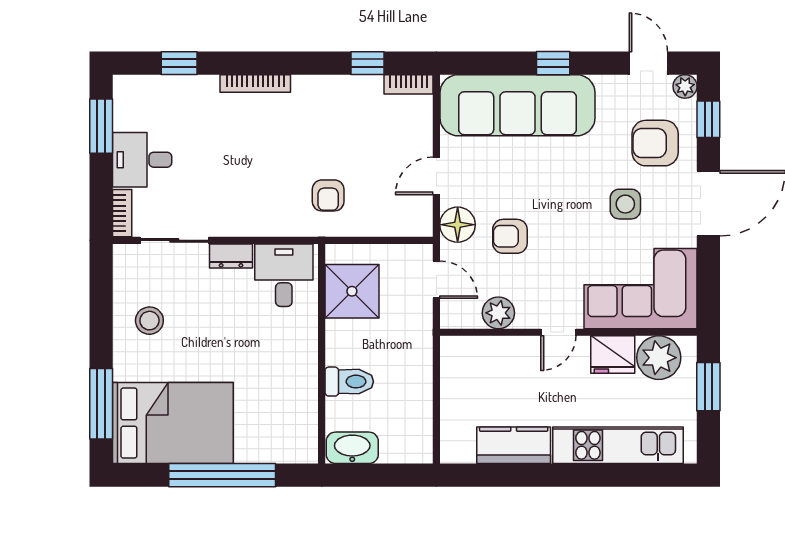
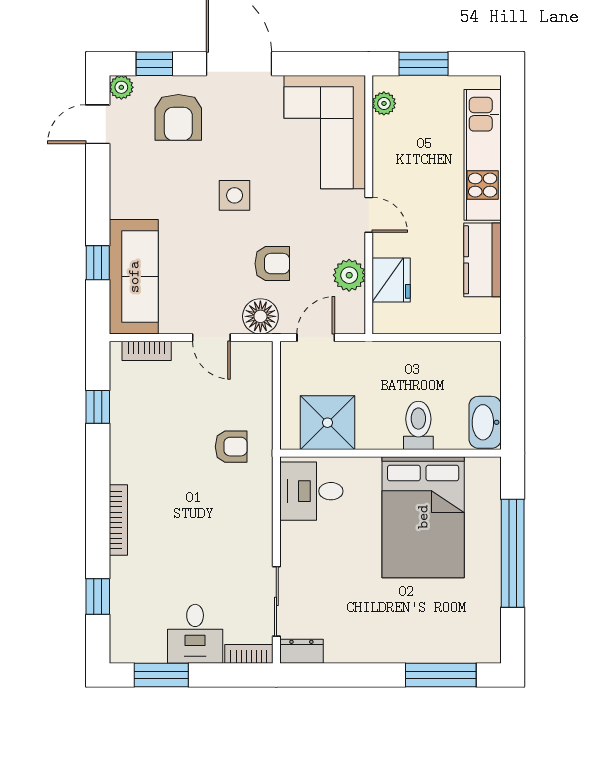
window: (553, 63) -> (98, 263), moved
bookcase: (409, 84) -> (147, 351), moved, turned 90
sofa: (518, 105) -> (134, 277), width x0.74, depth x0.79
side table: (625, 204) -> (235, 195), moved
armchair: (510, 236) -> (272, 264), turned -90
dresser: (231, 256) -> (301, 651), moved, turned -90
stool: (149, 321) -> (357, 626), removed
fridge: (613, 355) -> (391, 280), moved
plant: (659, 358) -> (384, 103), width x0.53, depth x0.53
bed: (173, 423) -> (423, 517), moved, turned 180

